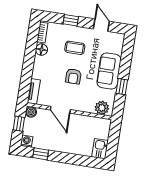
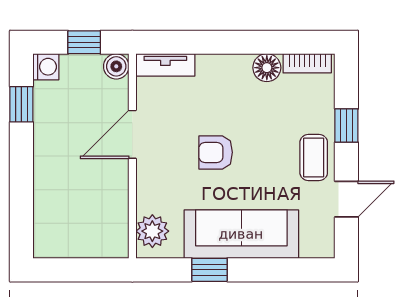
coffee table: (75, 48) -> (314, 158), moved
sofa: (109, 71) -> (241, 234), width x1.36
kitchen sink: (100, 149) -> (56, 242), removed

